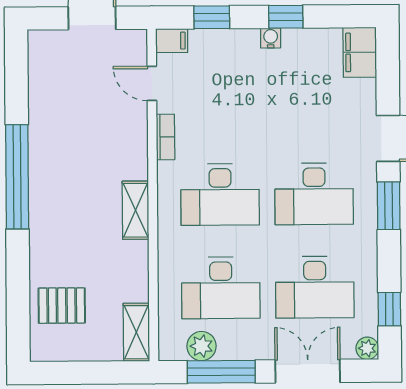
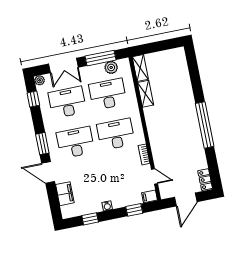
window: (286, 17) -> (90, 219), moved
filing cabinet: (360, 52) -> (65, 194), moved
locker: (40, 54) -> (205, 180), added
shelving: (135, 210) -> (146, 94), moved
pallet: (62, 306) -> (175, 73), removed

